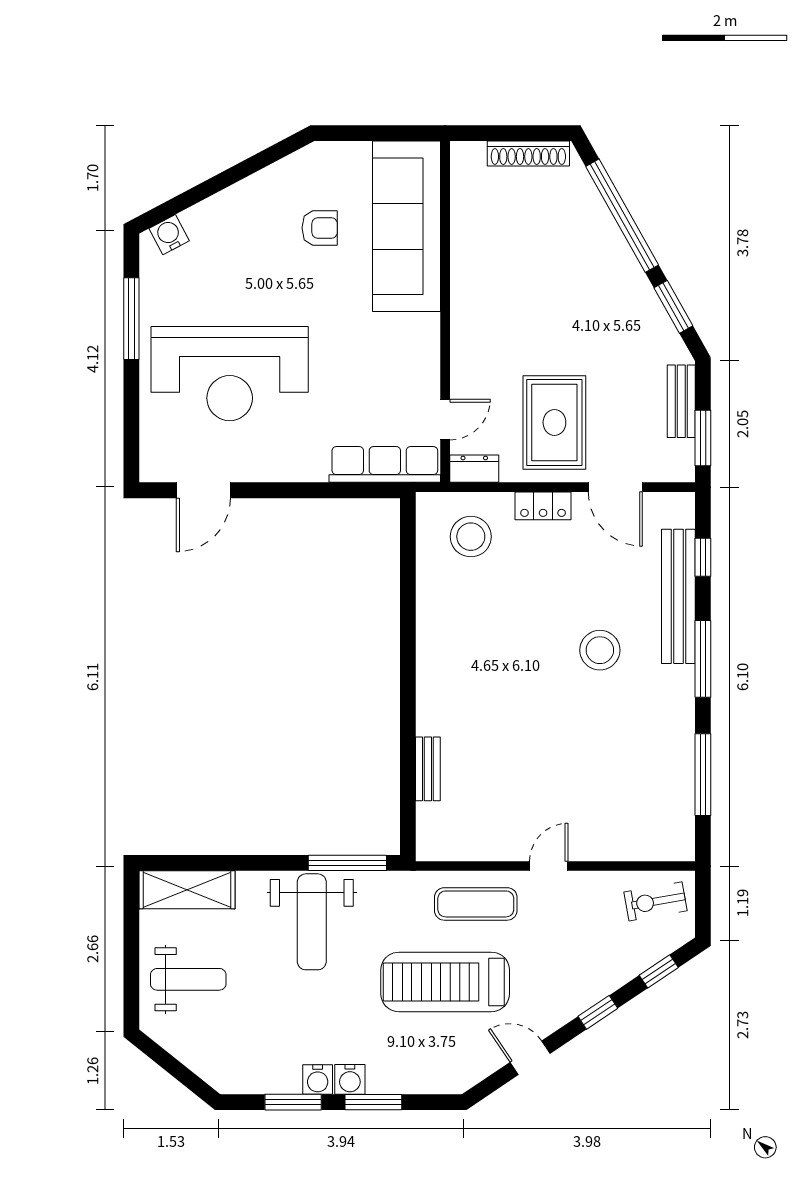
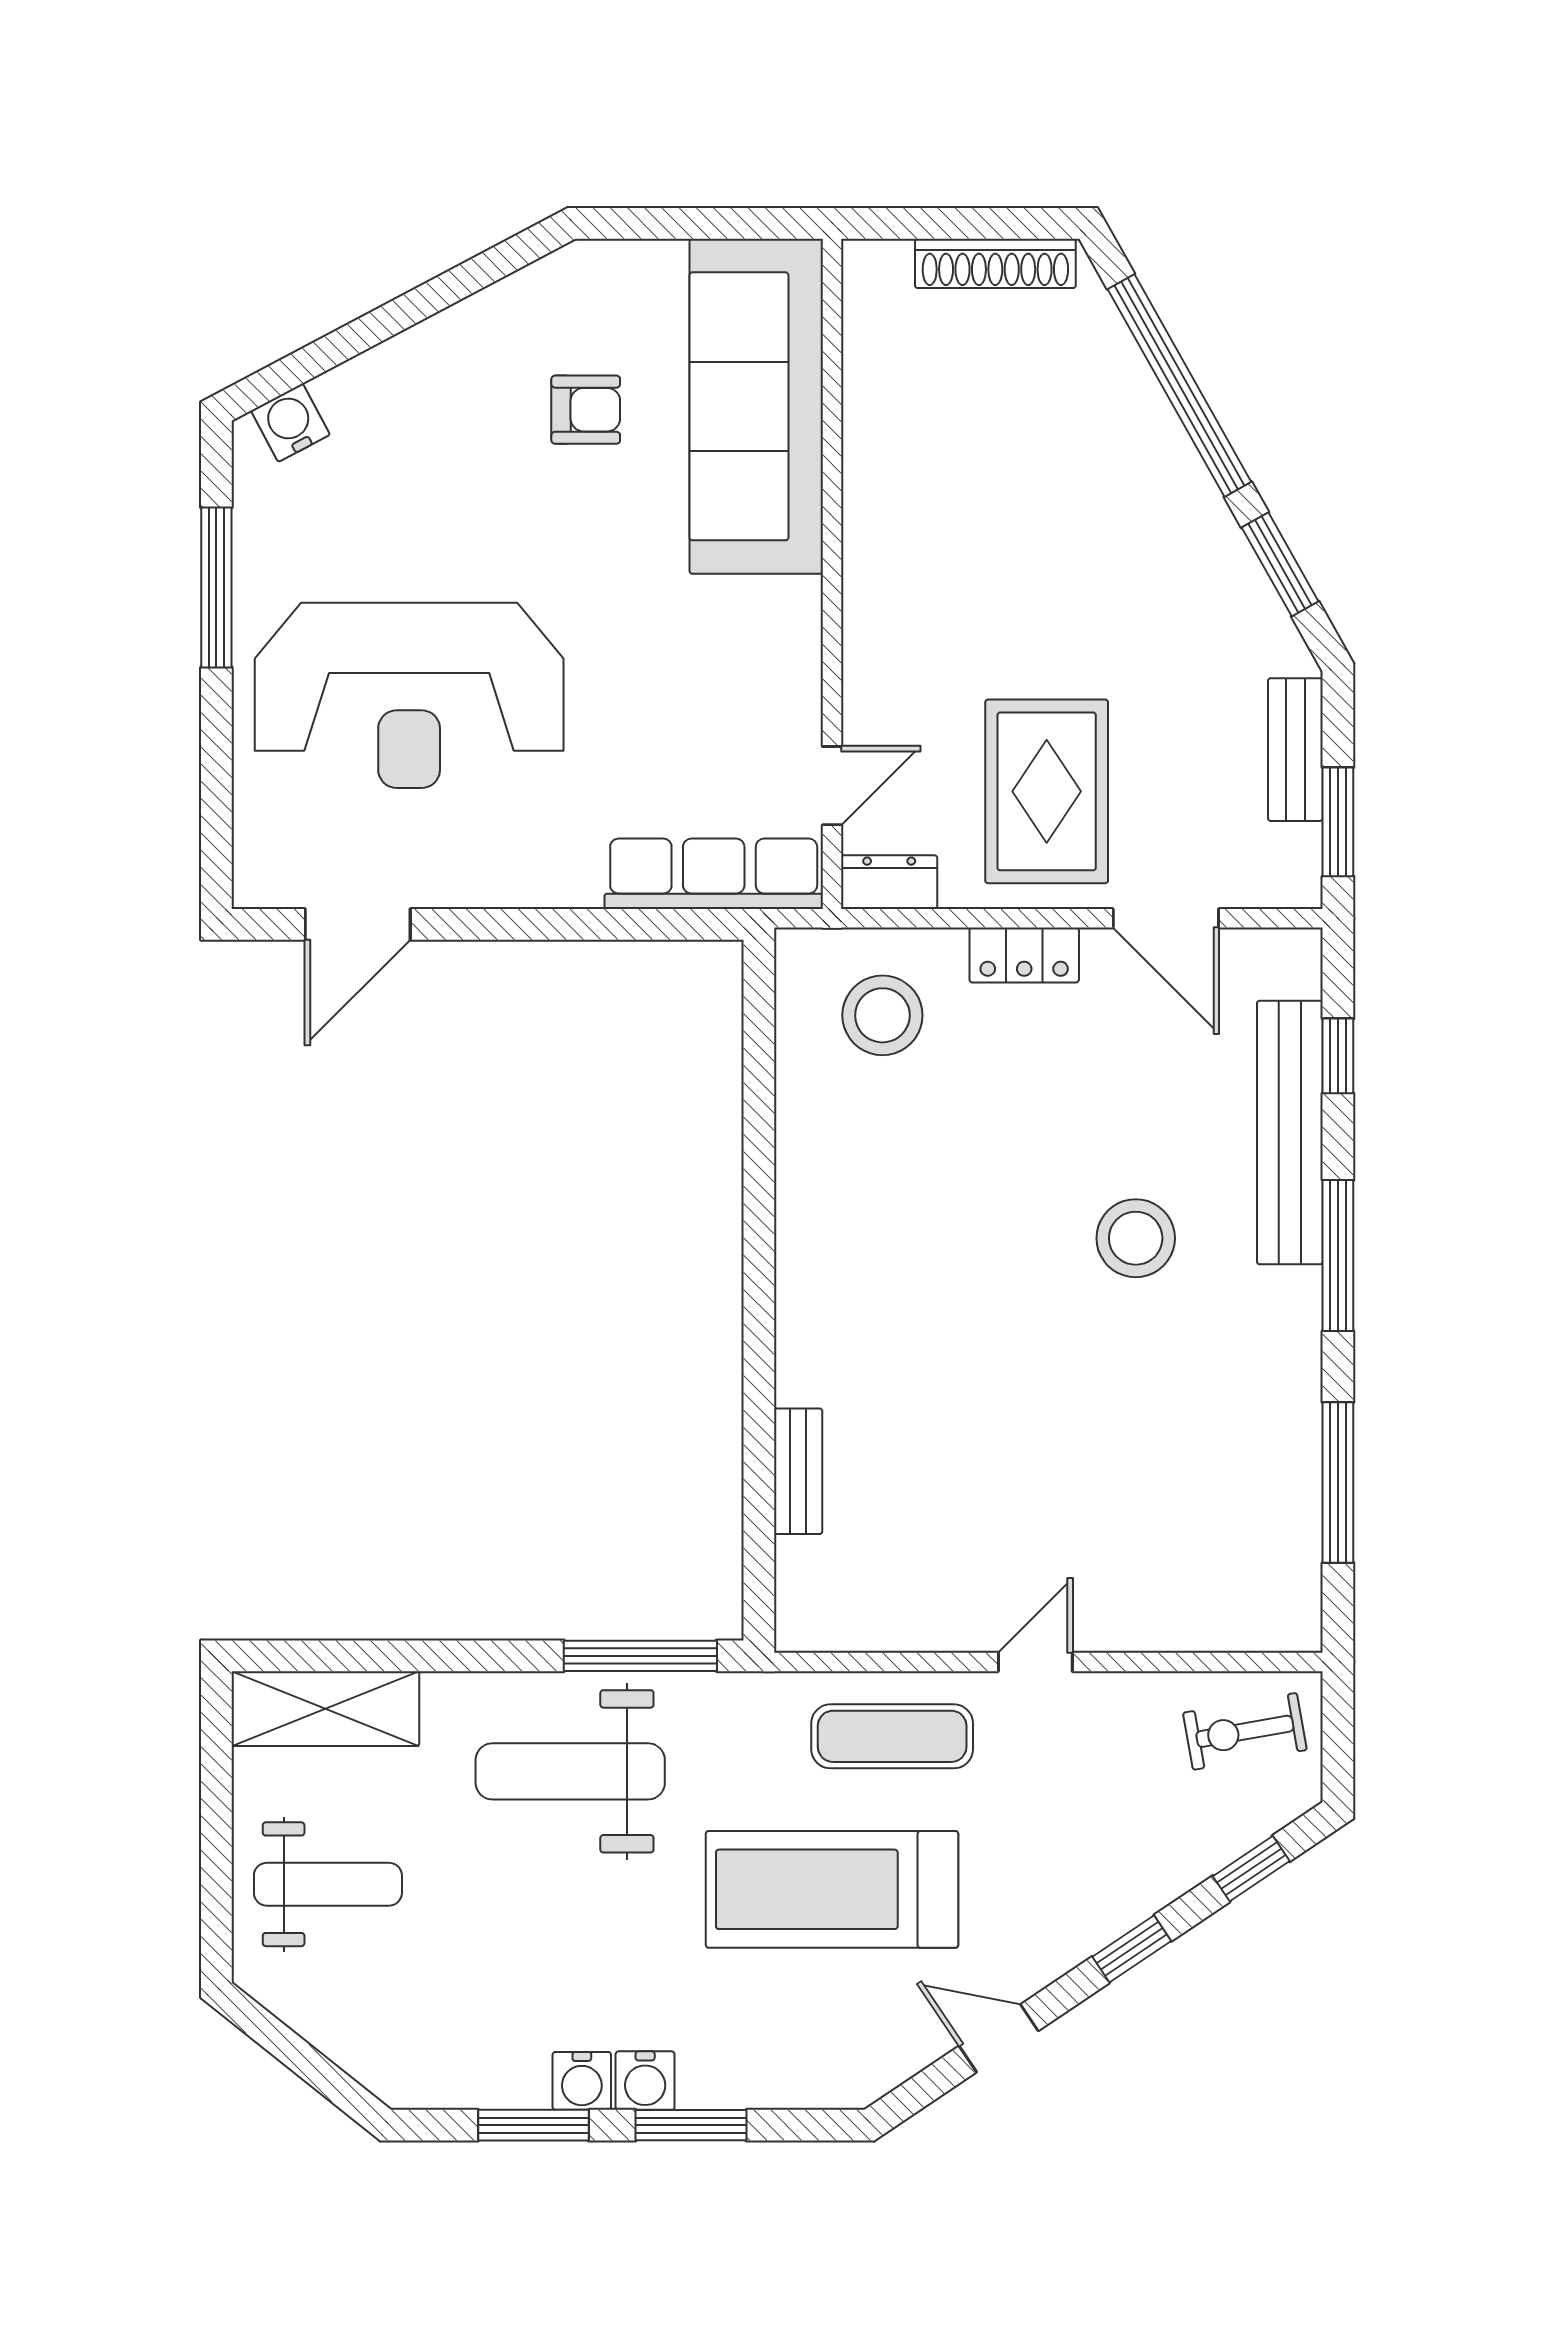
weight bench: (312, 922) -> (570, 1771), turned 90

